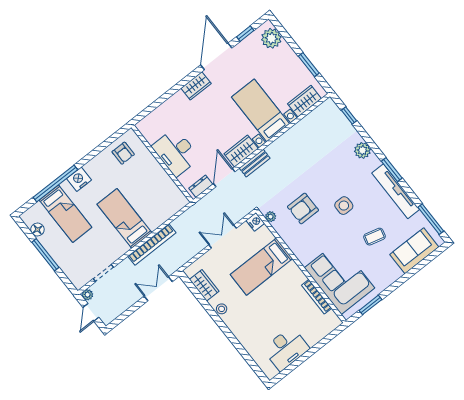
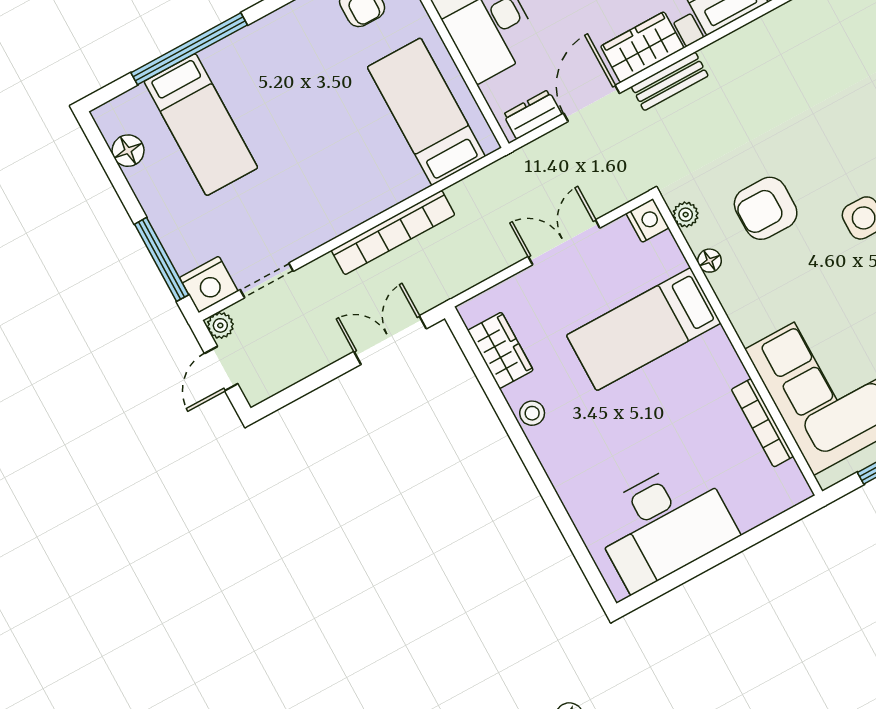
nightstand: (79, 179) -> (209, 284), moved, turned 180
bed: (124, 218) -> (426, 112), moved
floor lamp: (284, 234) -> (710, 261), added
window: (45, 255) -> (162, 259), moved
desk: (286, 349) -> (664, 524), width x1.36, depth x1.30

